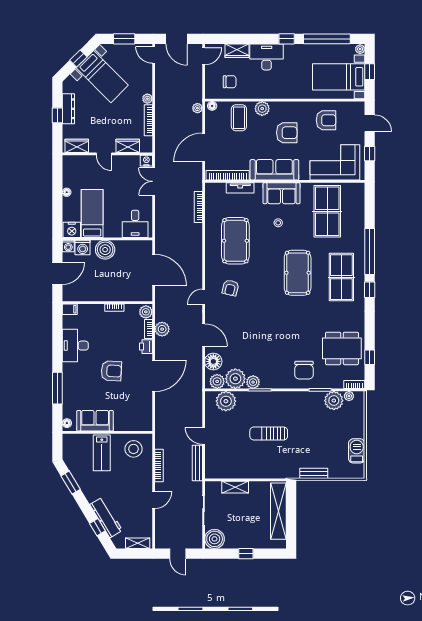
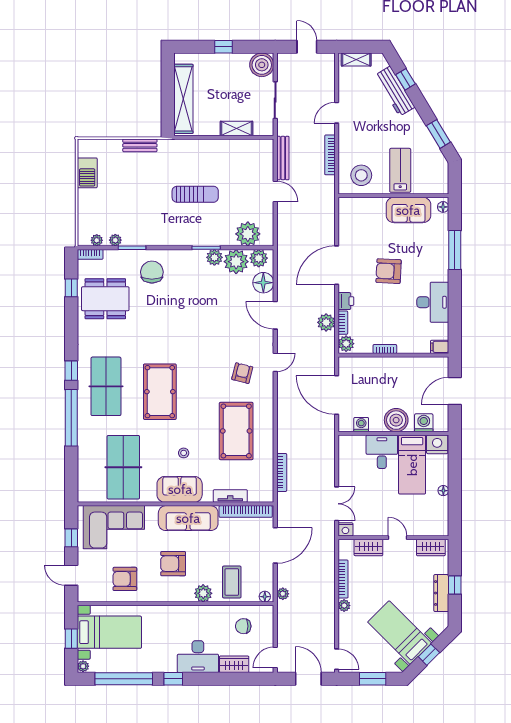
desk: (135, 224) -> (382, 452), moved
washing machine: (68, 246) -> (361, 425), moved
plant: (334, 401) -> (115, 240), width x0.53, depth x0.53

